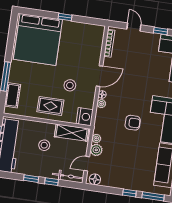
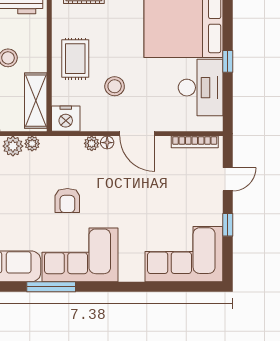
desk: (78, 35) -> (201, 88), added

